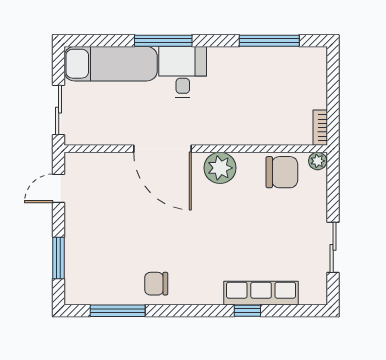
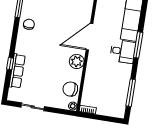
chair: (282, 172) -> (70, 89), turned 95

